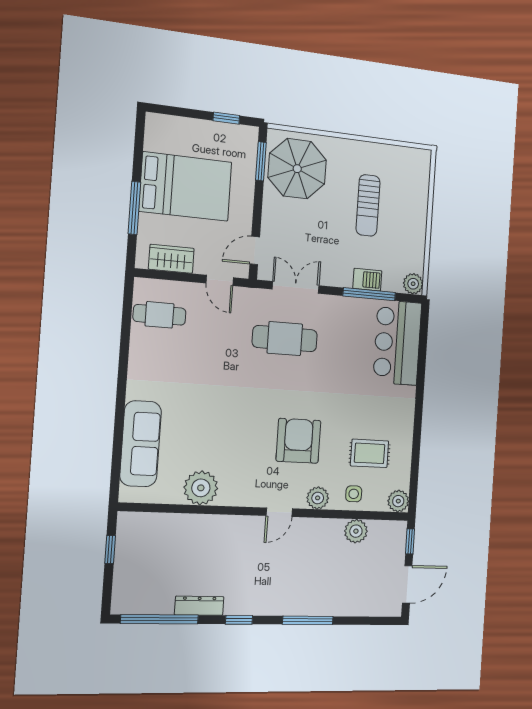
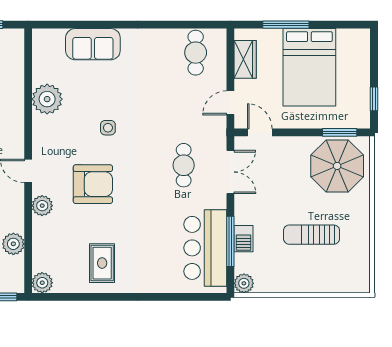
cafe table: (285, 339) -> (184, 165), width x0.73, depth x0.74
bar counter: (397, 343) -> (205, 248), moved, turned -90
sofa: (141, 444) -> (93, 44), width x0.73
rug: (370, 453) -> (102, 263), moved
side table: (354, 494) -> (108, 128), moved

